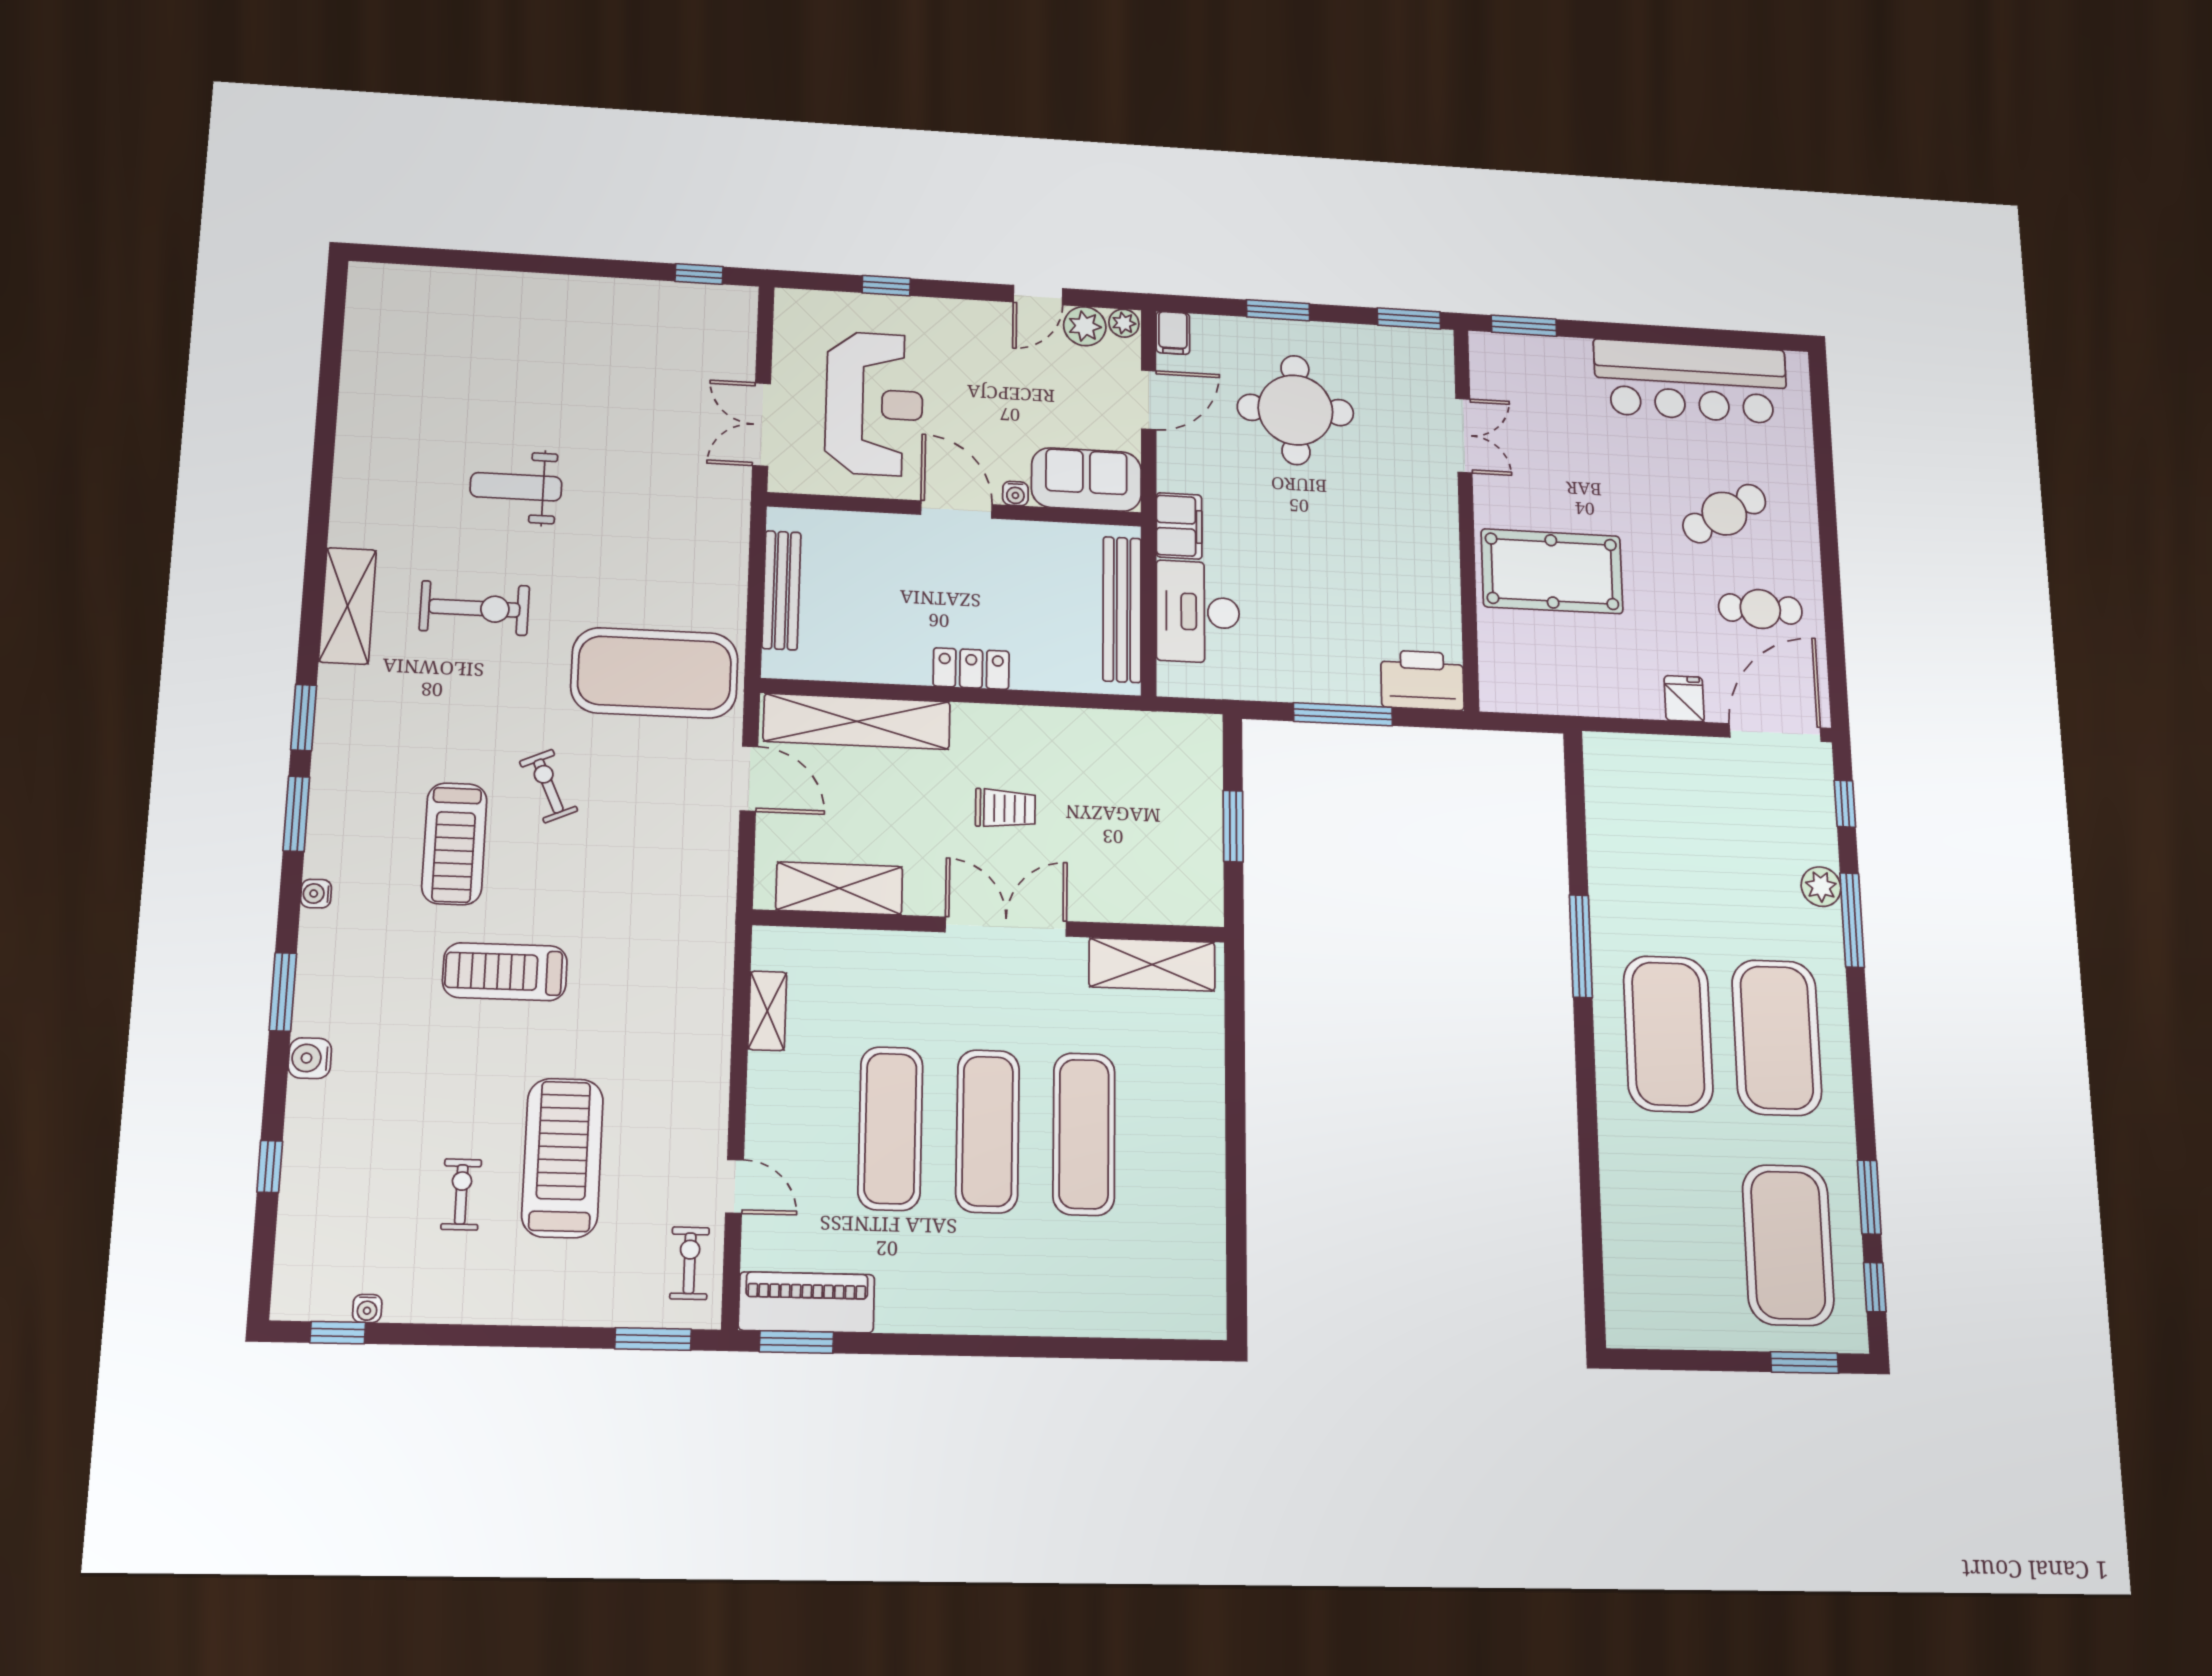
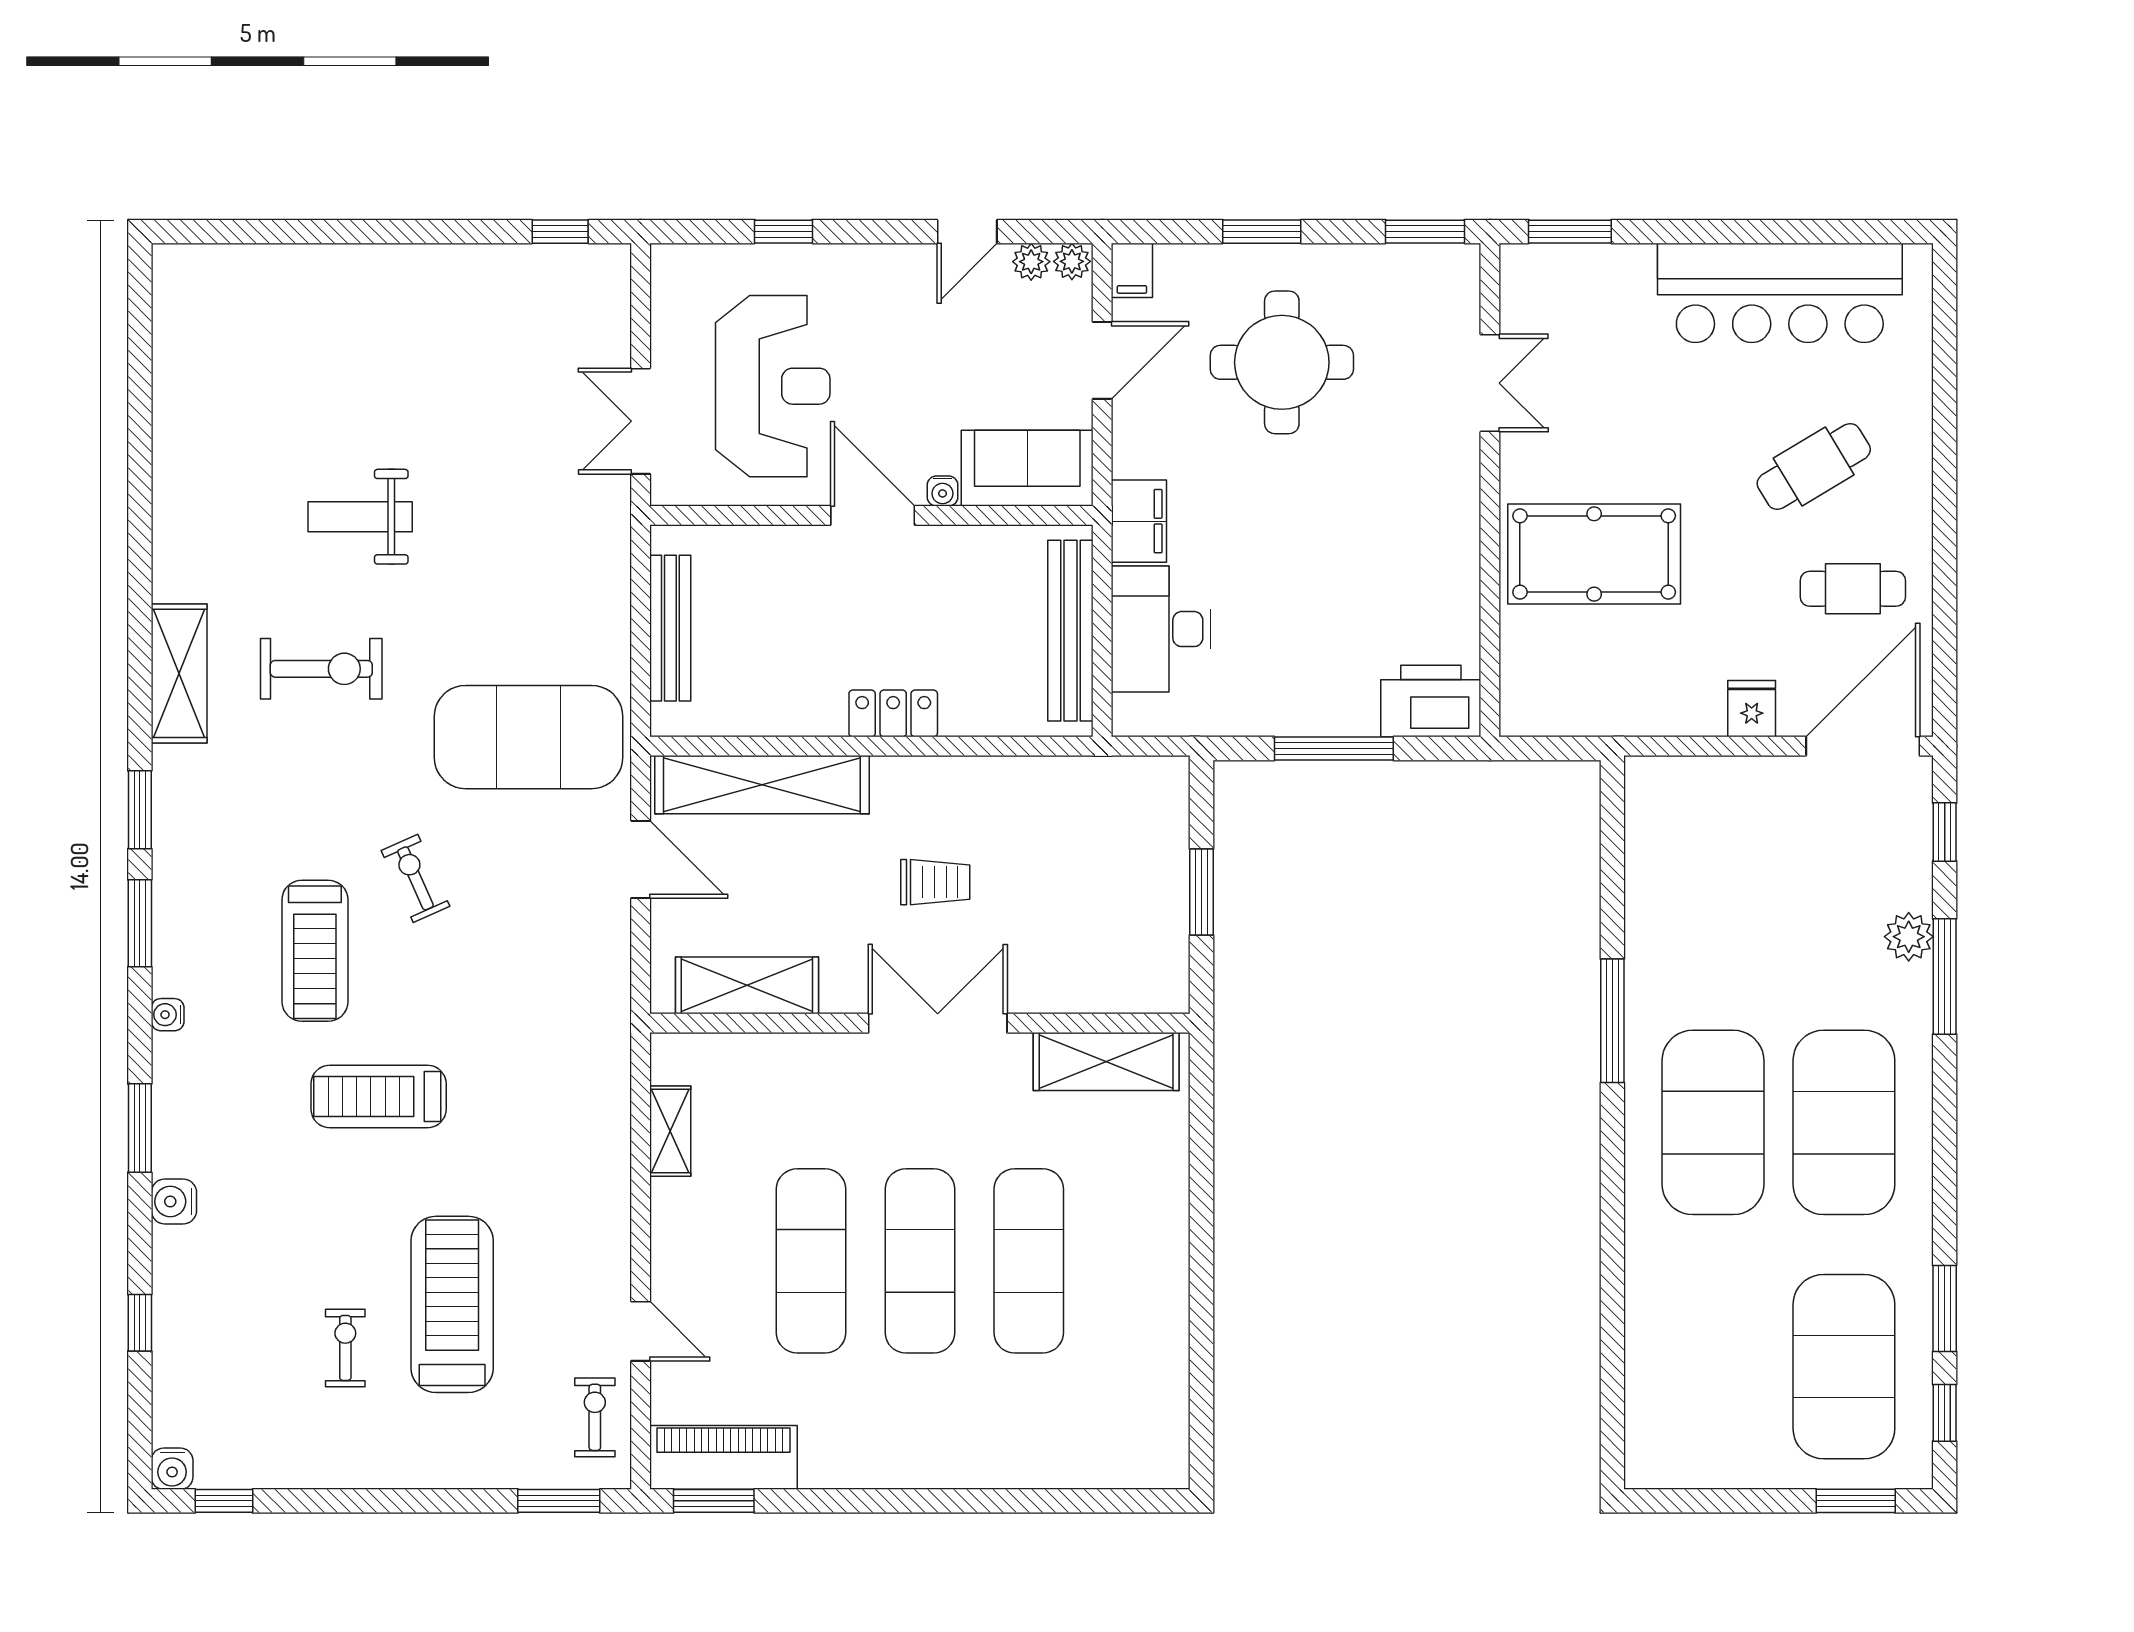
plant: (1085, 326) -> (1031, 262), width x0.73, depth x0.73
water cooler: (367, 1308) -> (172, 1469), moved, width x1.38, depth x1.38

